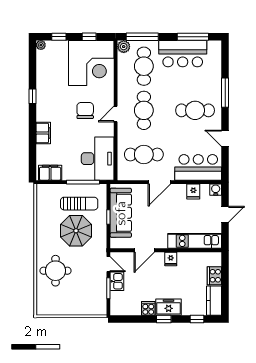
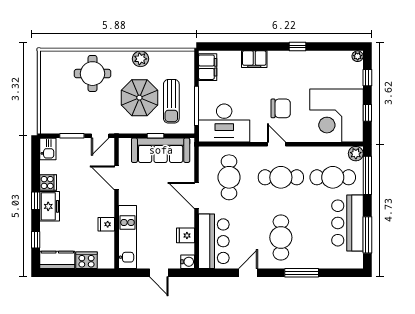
plant: (43, 230) -> (141, 59), added
fridge: (171, 259) -> (106, 224), moved
kitchen sink: (117, 281) -> (48, 149), moved, turned -90

